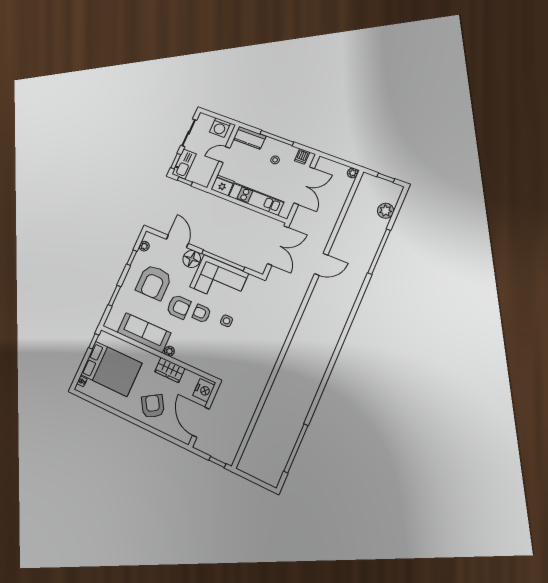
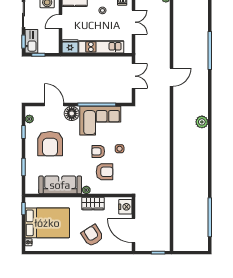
double door: (304, 186) -> (133, 22), width x0.73
plant: (386, 211) -> (202, 122), moved
double door: (278, 246) -> (133, 76), width x0.73
armchair: (179, 307) -> (104, 172), moved

